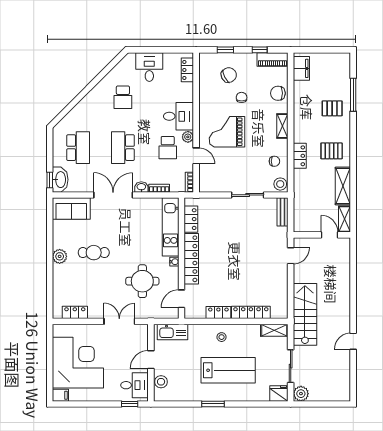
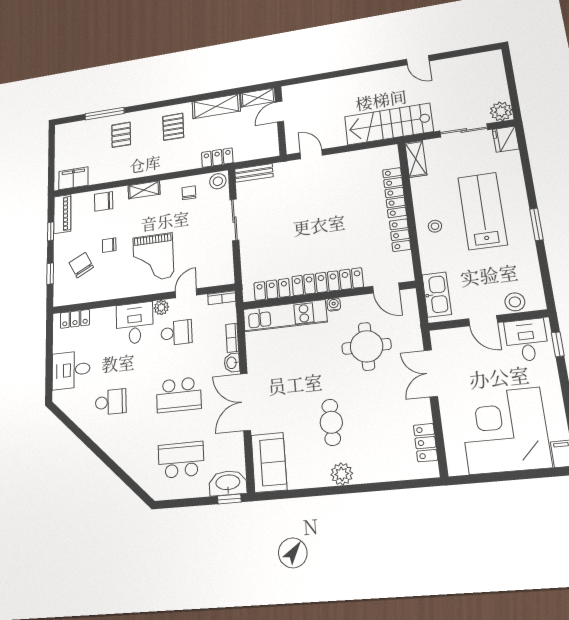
chair: (278, 93) -> (104, 201), turned 90
locker: (300, 156) -> (217, 158), moved

